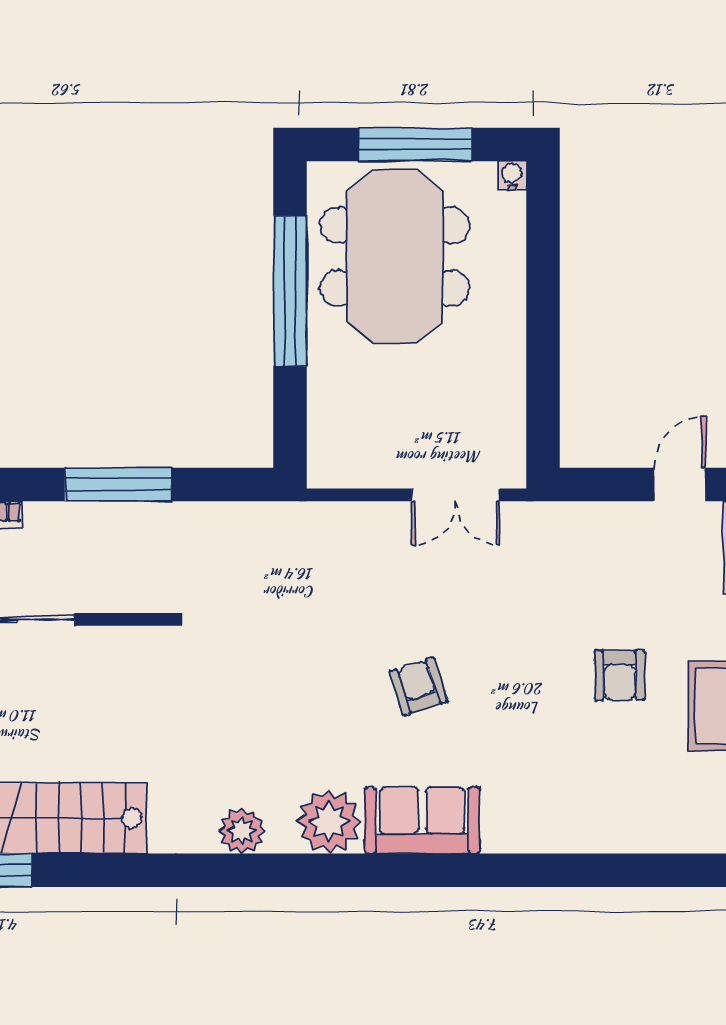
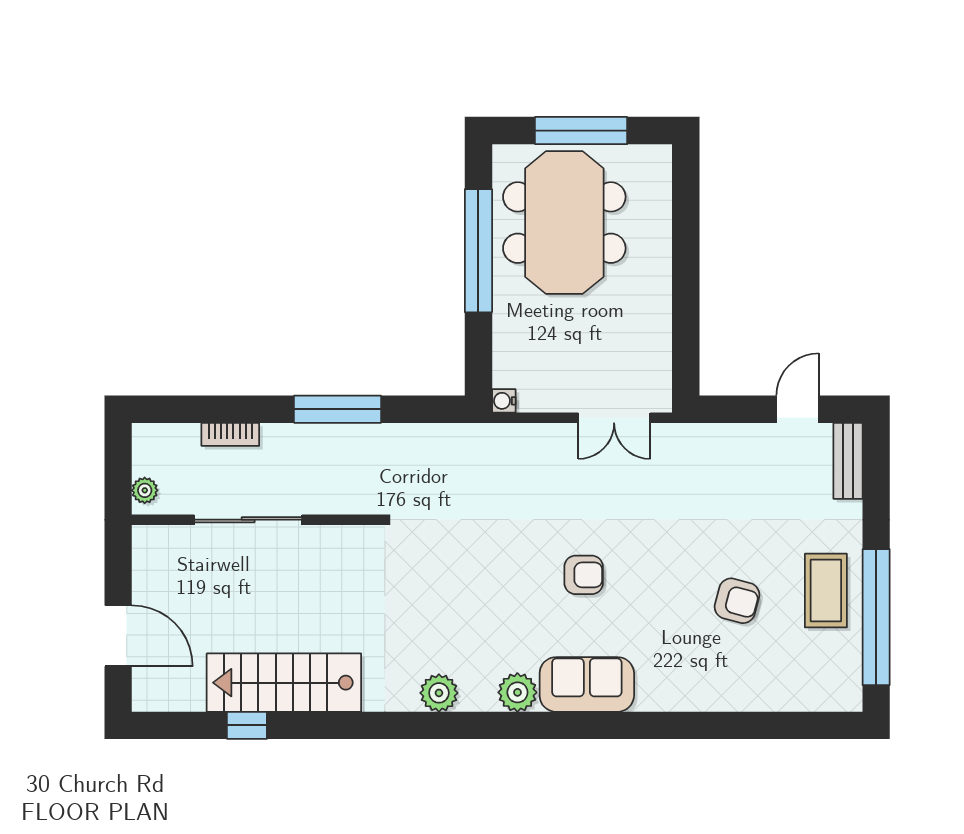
water cooler: (512, 175) -> (504, 401), moved, turned -90
armchair: (620, 675) -> (737, 601), moved, turned -75
armchair: (418, 687) -> (584, 575), turned 108
plant: (329, 821) -> (517, 692), width x0.73, depth x0.73

